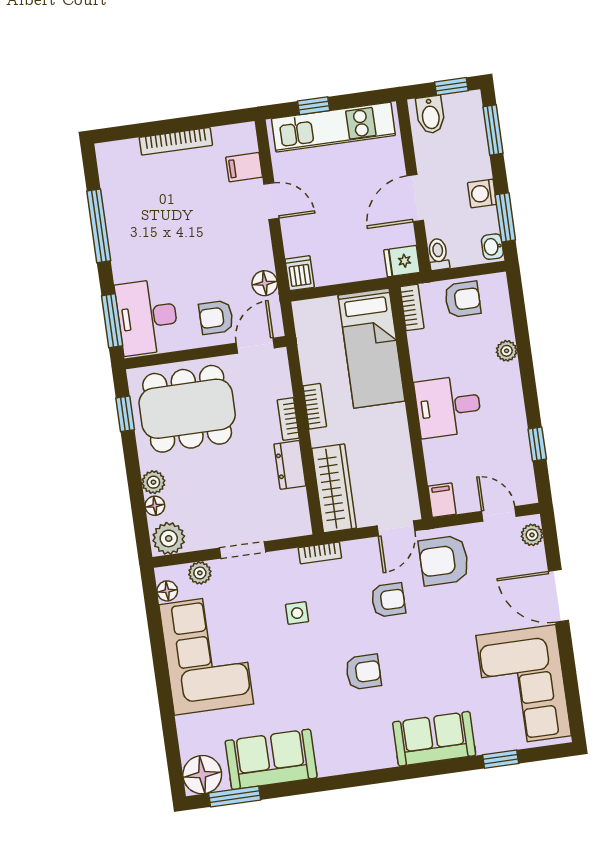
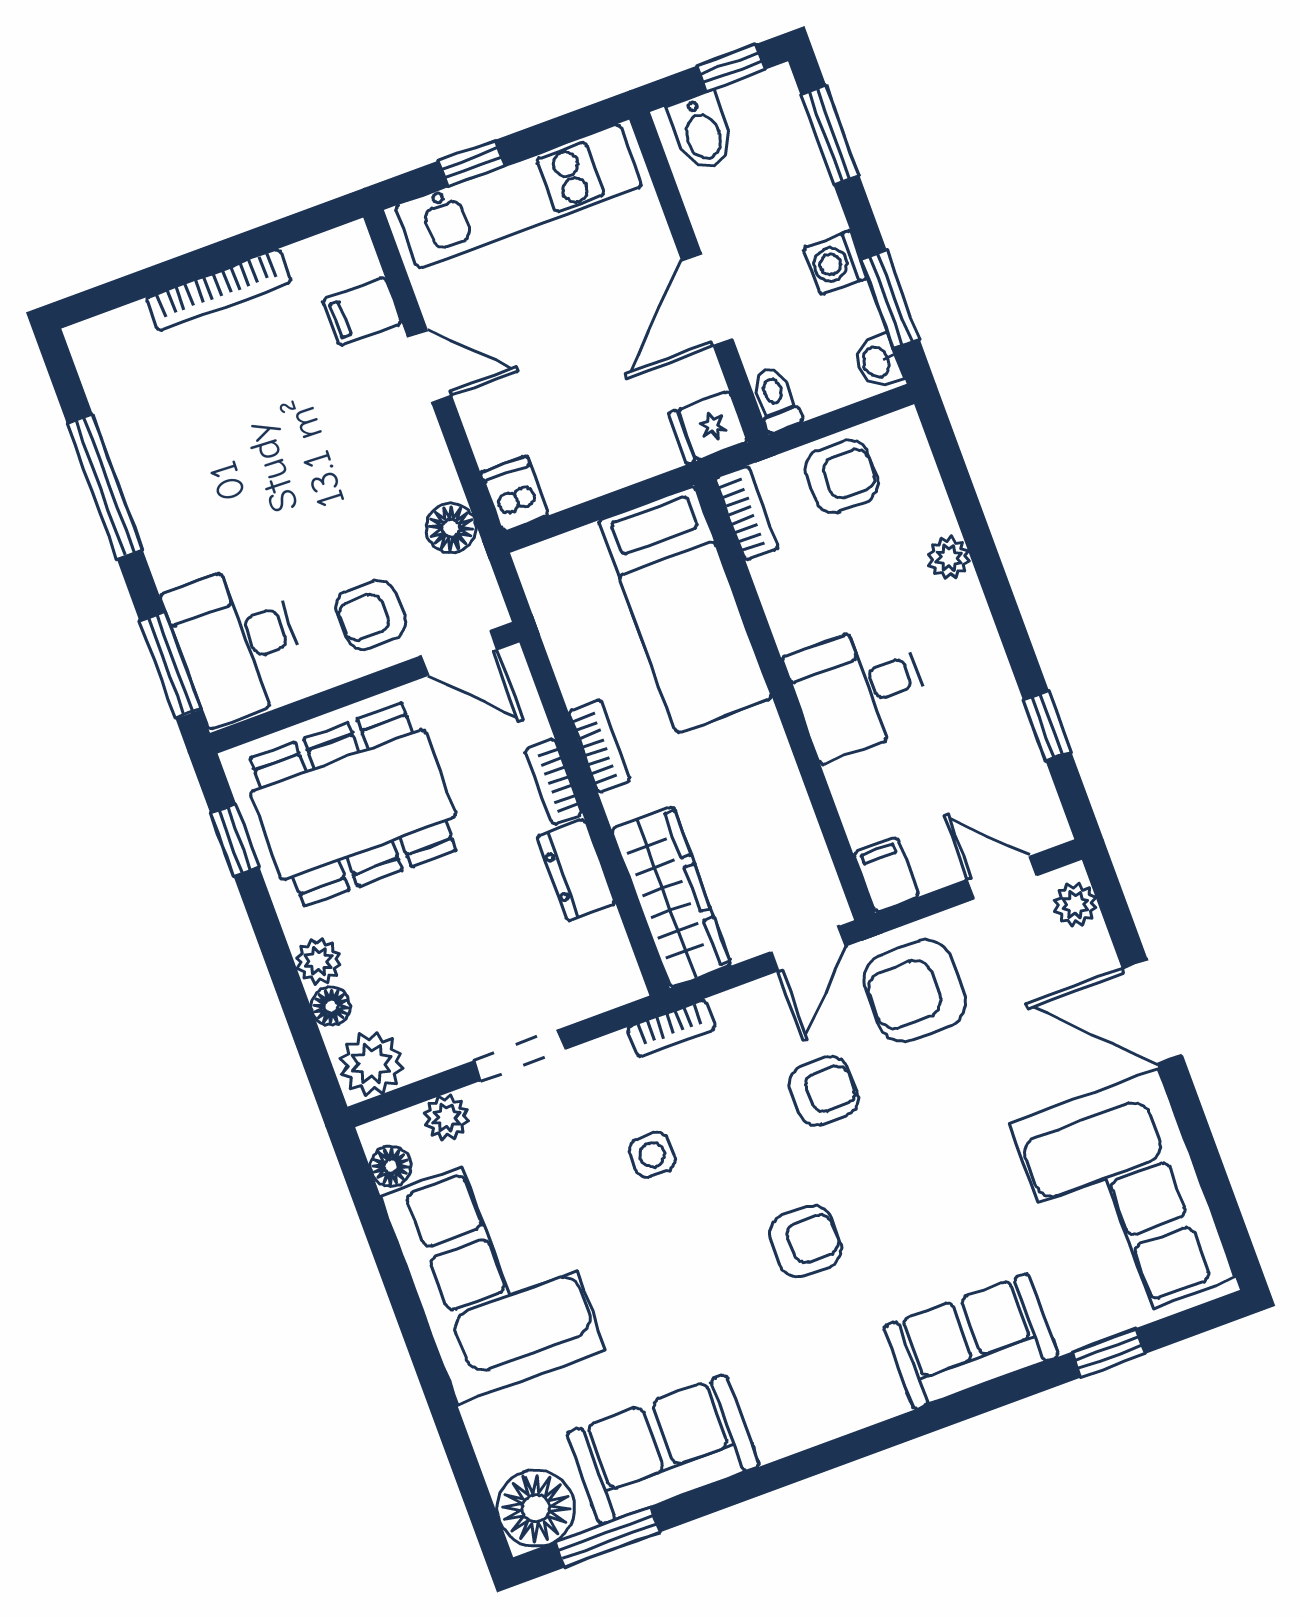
door: (255, 346) -> (459, 653), swing flipped

